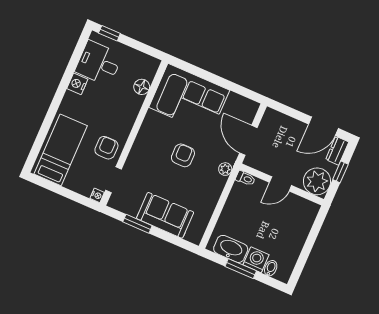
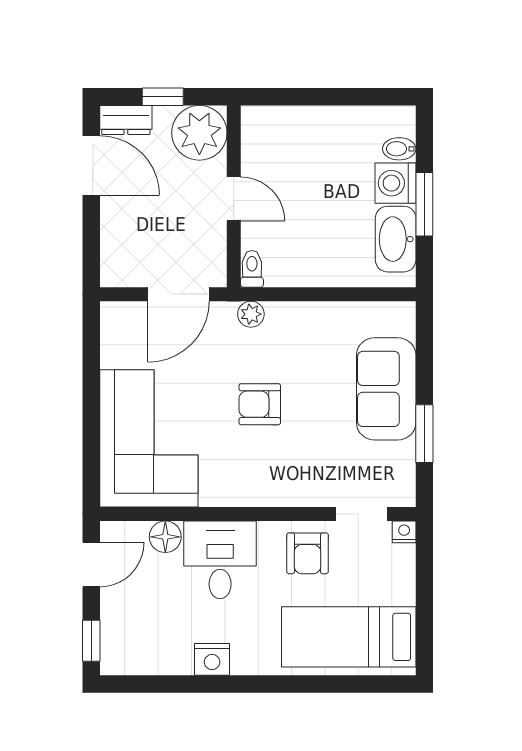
door: (144, 48) -> (91, 565), added
desk: (99, 63) -> (220, 560), moved, turned 180
armchair: (106, 148) -> (308, 553), turned -90

